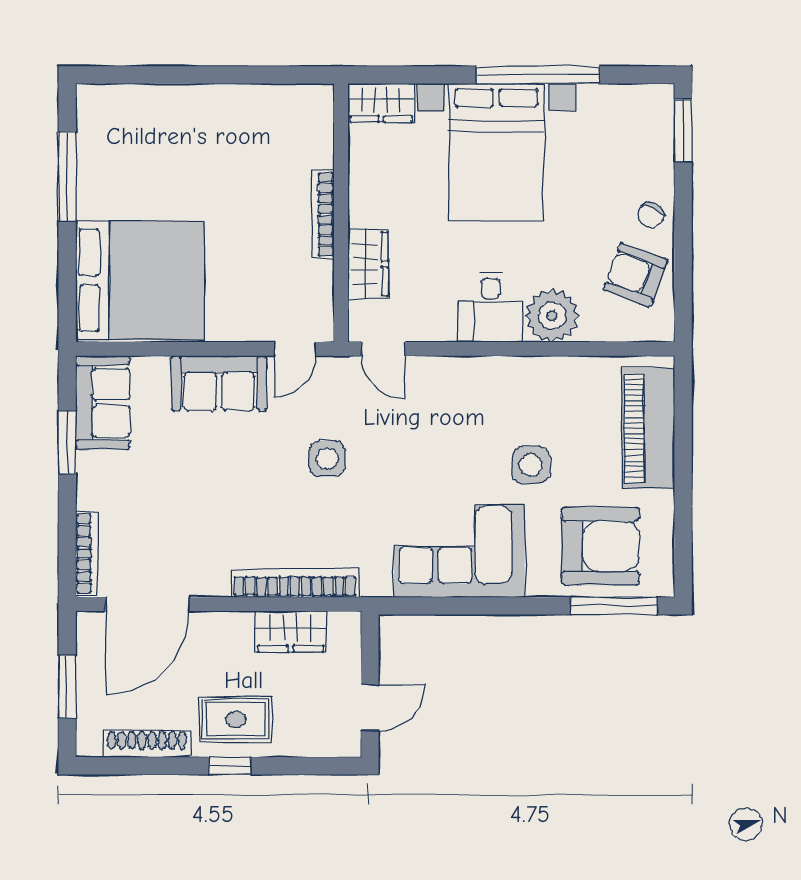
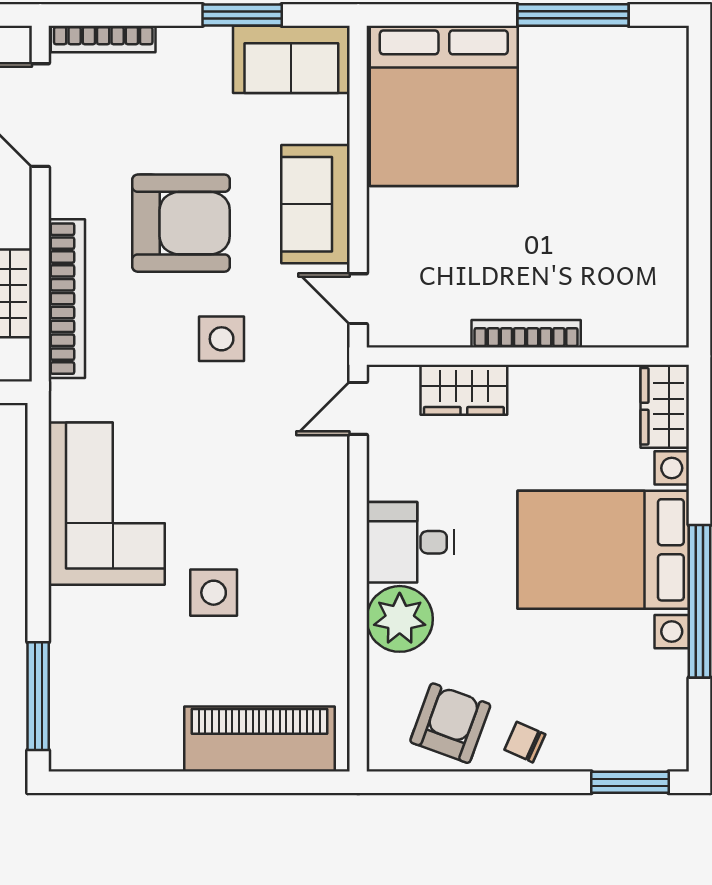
armchair: (600, 546) -> (181, 223), moved, turned -90

